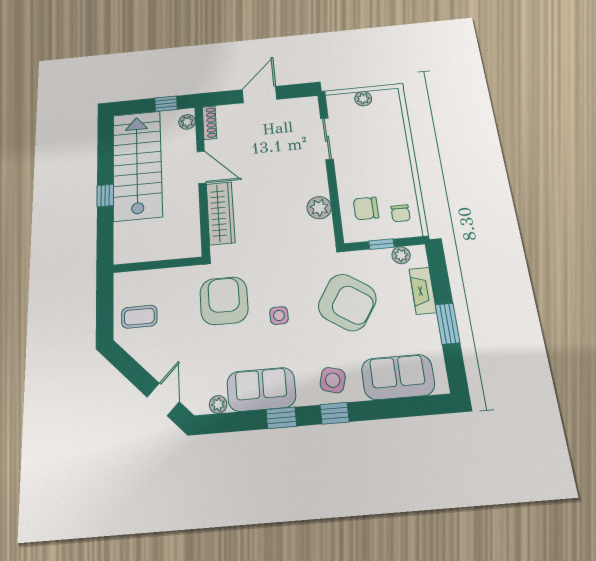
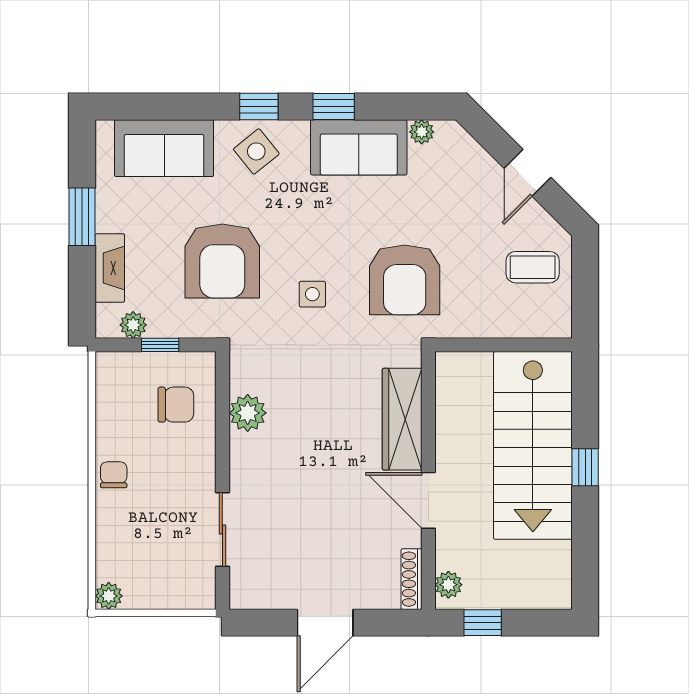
plant: (363, 99) -> (109, 596), moved
stairs: (137, 165) -> (533, 445), moved
chair: (401, 213) -> (114, 475), moved
armchair: (347, 302) -> (222, 261), turned -123
side table: (279, 315) -> (312, 294), moved
side table: (333, 380) -> (256, 151), turned 36
door: (163, 399) -> (528, 173), moved

